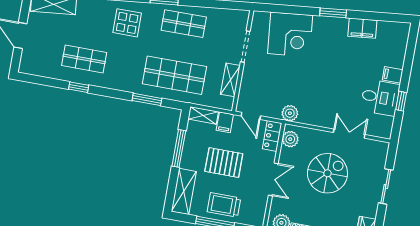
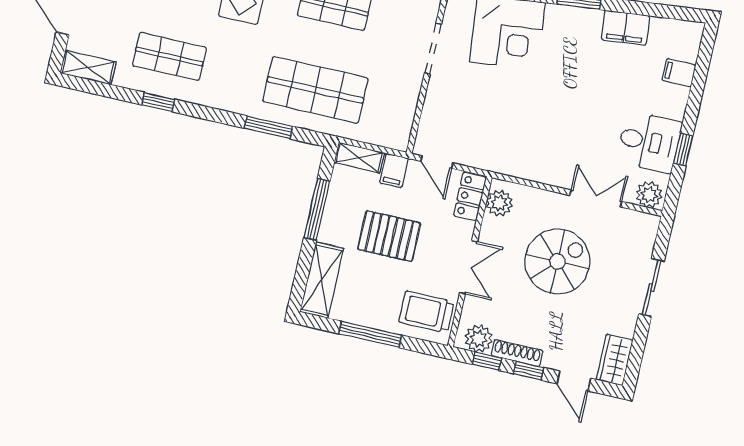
filing cabinet: (393, 75) -> (679, 73), moved
shelving: (230, 80) -> (88, 68), moved, turned 90
plant: (290, 113) -> (649, 195), moved
trolley: (224, 205) -> (426, 312), moved

